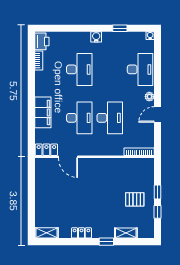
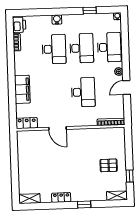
water cooler: (96, 37) -> (57, 19), moved
desk: (79, 118) -> (82, 48), moved
door: (68, 157) -> (57, 128), moved
window: (158, 192) -> (129, 158), removed
shelving: (126, 233) -> (117, 196), moved

